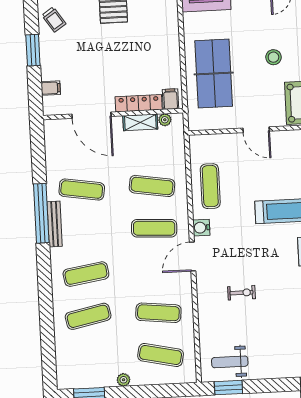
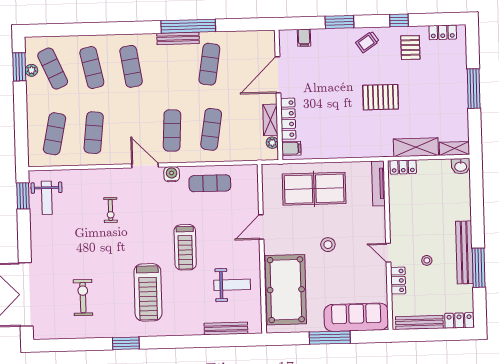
exercise mat: (90, 359) -> (53, 69), added
weight bench: (230, 362) -> (47, 198), turned 180
plant: (124, 380) -> (32, 70), moved

